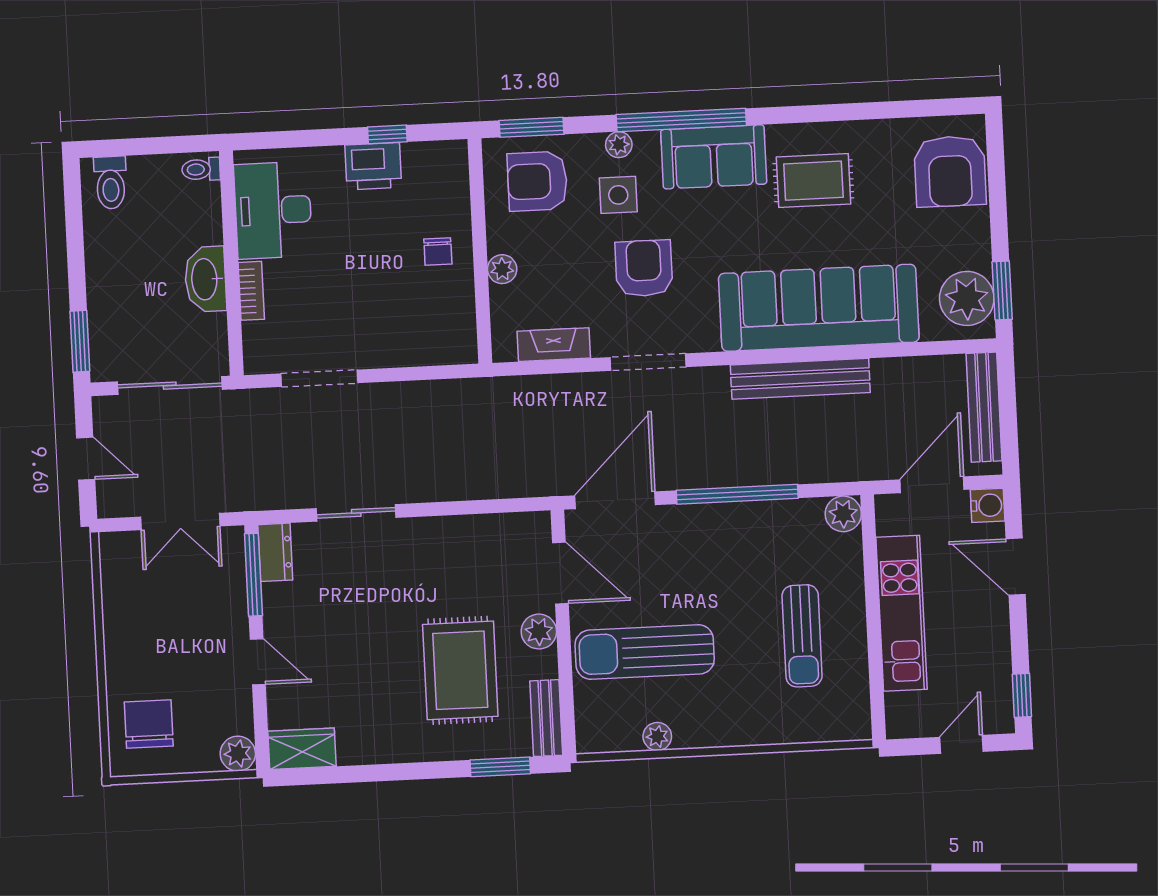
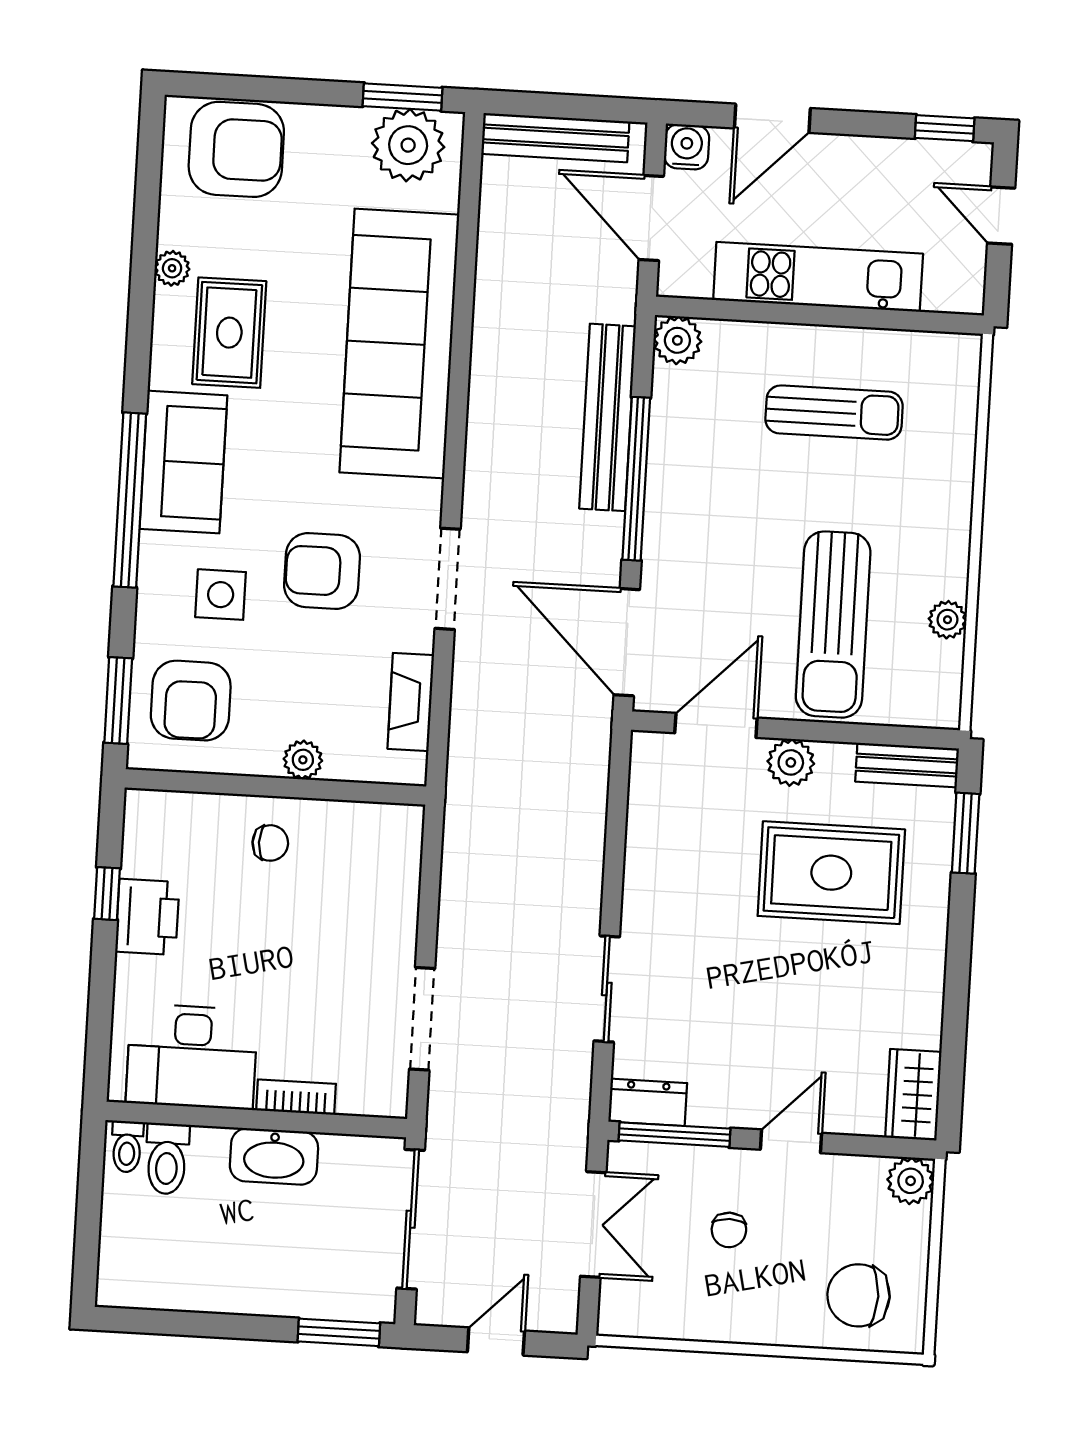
plant: (619, 145) -> (172, 268), moved
toilet: (111, 183) -> (167, 1159), moved, turned 90
bench: (800, 379) -> (608, 417), moved
chair: (187, 623) -> (729, 1230), added

